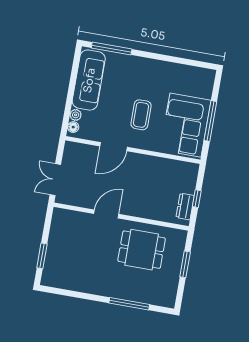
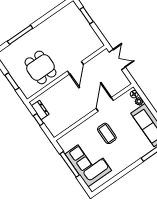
corner sofa: (186, 125) -> (88, 162), moved
dining table: (142, 250) -> (41, 67), turned 90

